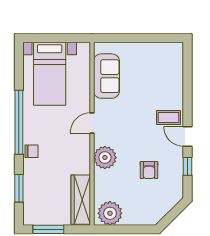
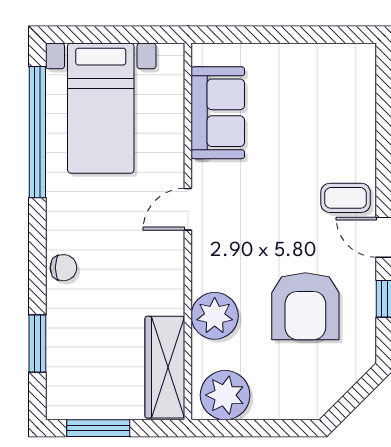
window: (19, 122) -> (37, 132), moved
plant: (105, 158) -> (215, 316), moved
armchair: (149, 170) -> (305, 306), width x1.88, depth x1.88

